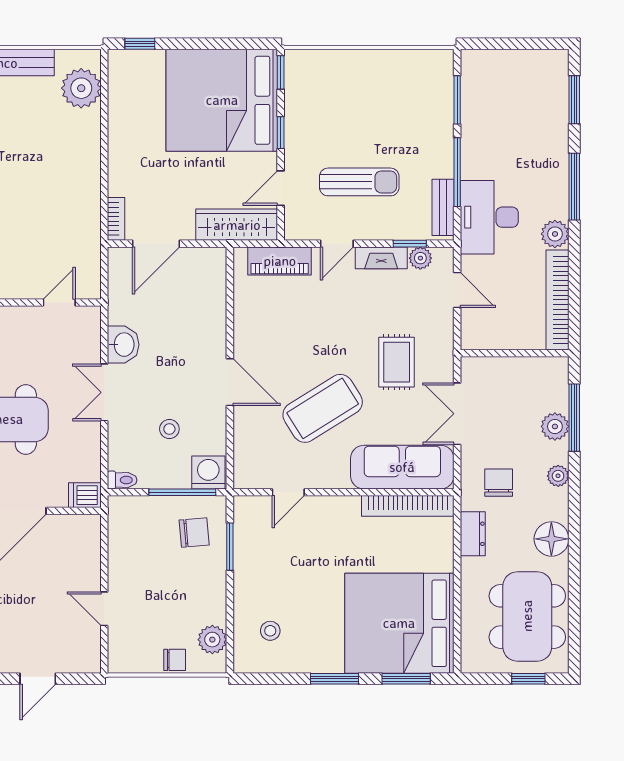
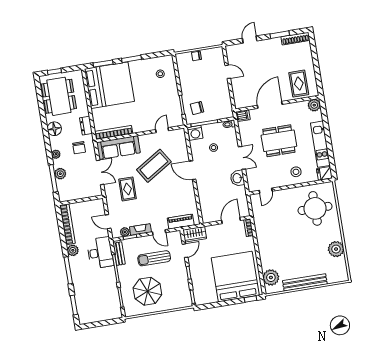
bed: (222, 100) -> (235, 277), moved, turned -90
parasol: (389, 104) -> (147, 291), added
wardrobe: (237, 225) -> (195, 234), width x0.67
door: (337, 244) -> (159, 232), swing flipped
plant: (212, 640) -> (183, 67), removed

